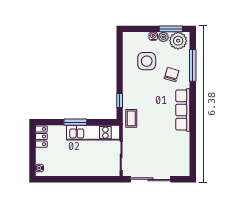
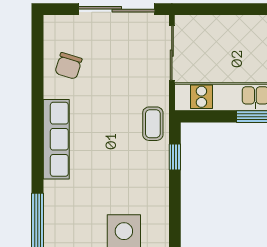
chair: (172, 75) -> (68, 66), moved

